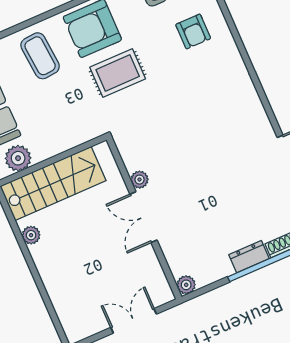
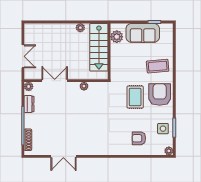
double door: (143, 217) -> (55, 81), moved
dresser: (249, 257) -> (29, 104), moved

